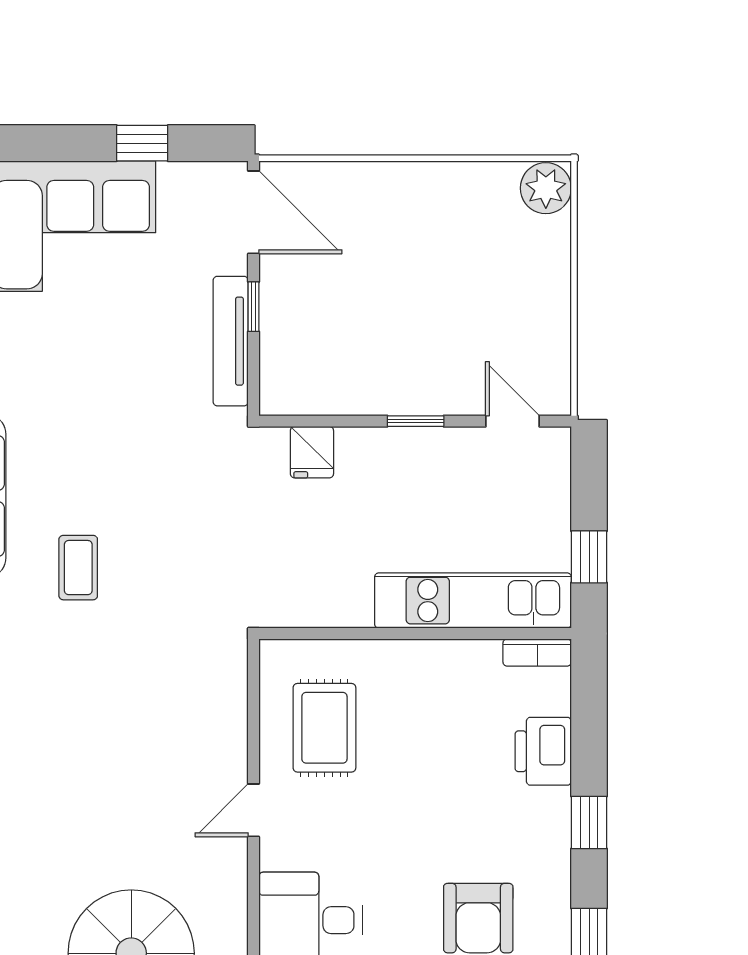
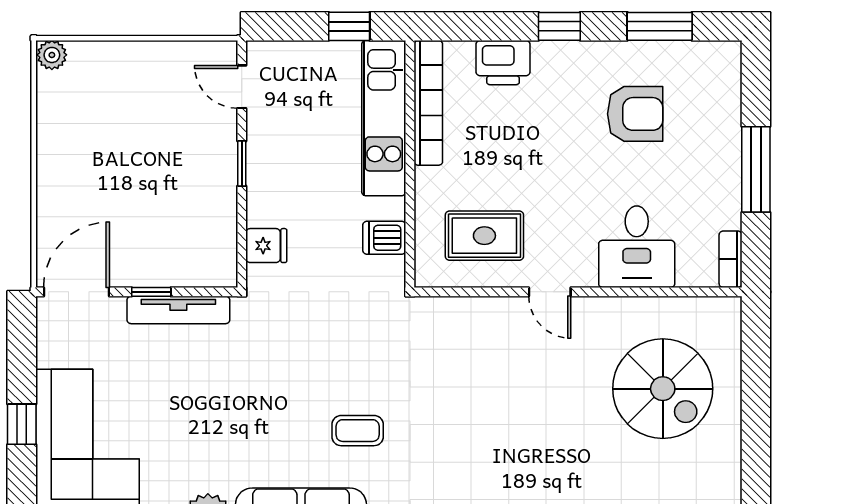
window: (142, 143) -> (22, 424), moved
plant: (546, 188) -> (52, 55), width x0.73, depth x0.73
door: (512, 421) -> (242, 87), hinge flipped
dishwasher: (322, 601) -> (384, 238), added
bookcase: (537, 653) -> (428, 103), width x2.31, depth x1.31

